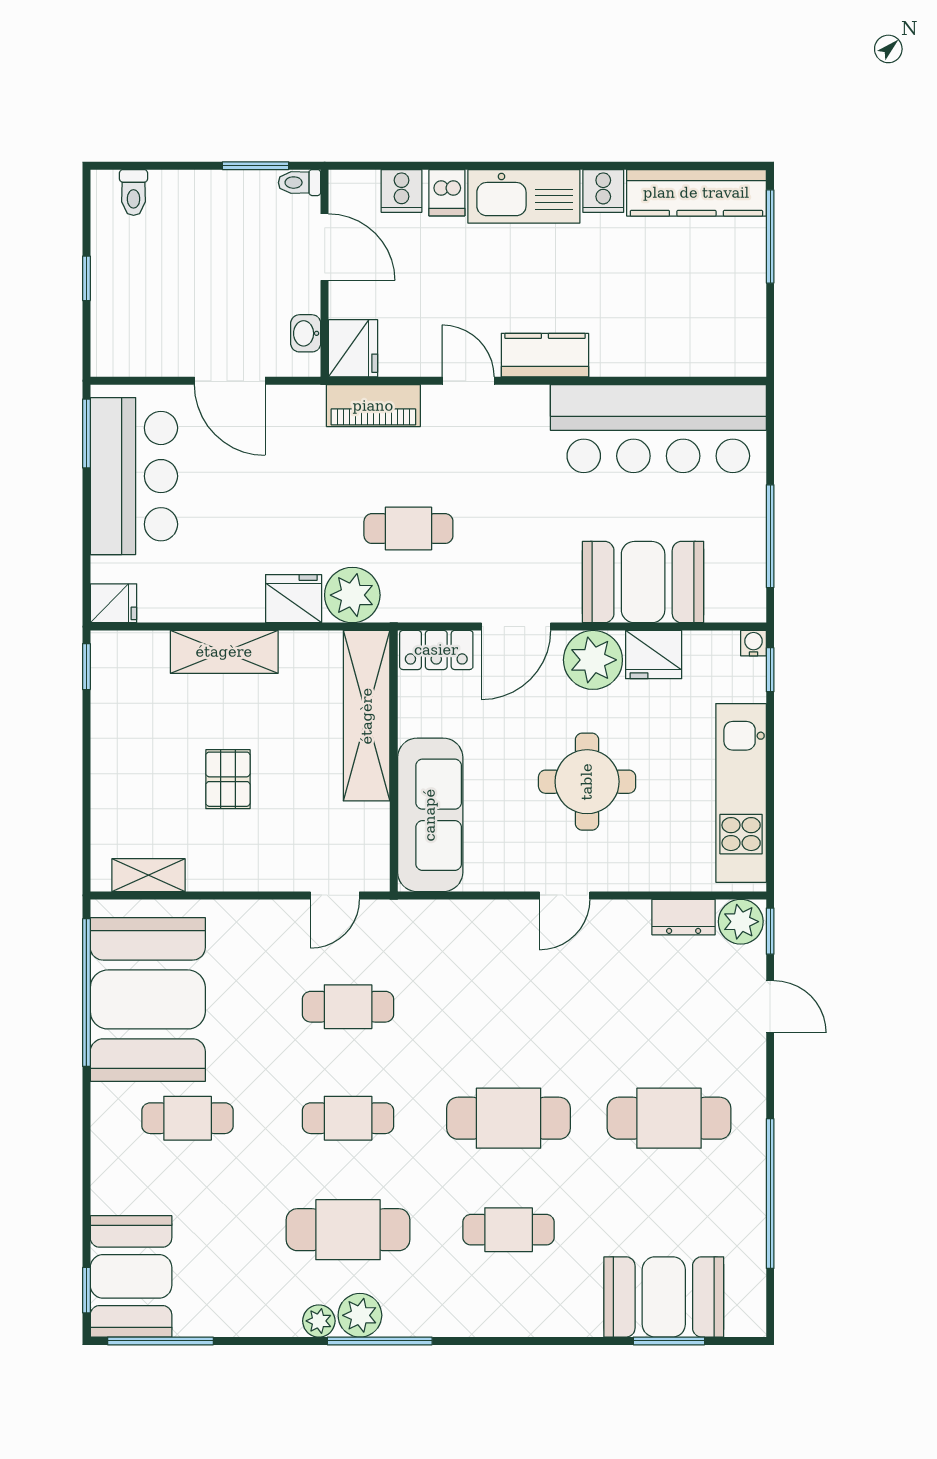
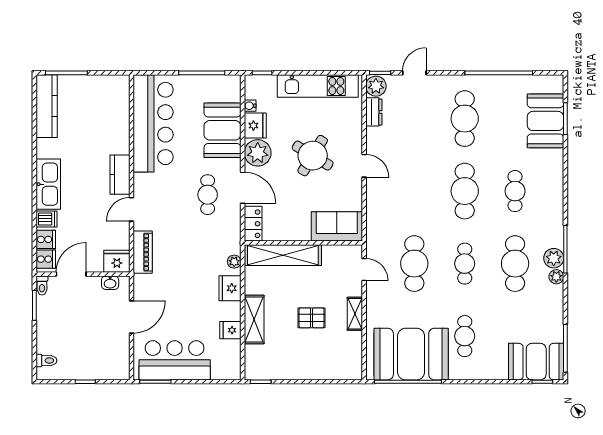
cooker: (603, 191) -> (46, 259), moved
cafe table: (408, 529) -> (208, 195), moved
plant: (352, 595) -> (234, 262), width x0.53, depth x0.53
fridge: (113, 603) -> (230, 330), moved, turned -90
water cooler: (753, 643) -> (250, 106), moved
round table: (587, 782) -> (313, 156), turned 31
sofa: (430, 815) -> (337, 226), width x0.73
shelving: (149, 875) -> (355, 314), moved
cafe table: (348, 1007) -> (414, 264), width x1.37, depth x1.35

